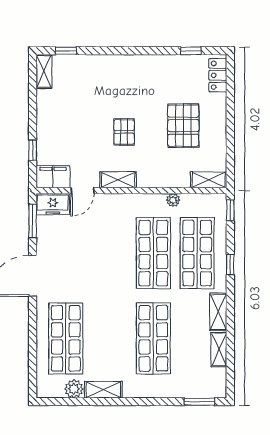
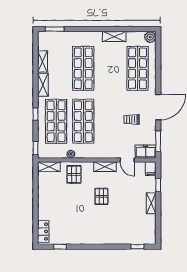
shelving: (44, 72) -> (151, 203), moved
pallet: (183, 126) -> (74, 174), moved, width x0.67, depth x0.71
filing cabinet: (53, 177) -> (151, 169), width x0.50
door: (82, 191) -> (127, 160), swing flipped
trolley: (75, 256) -> (132, 119), added
plant: (74, 389) -> (150, 37), moved

